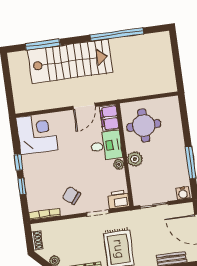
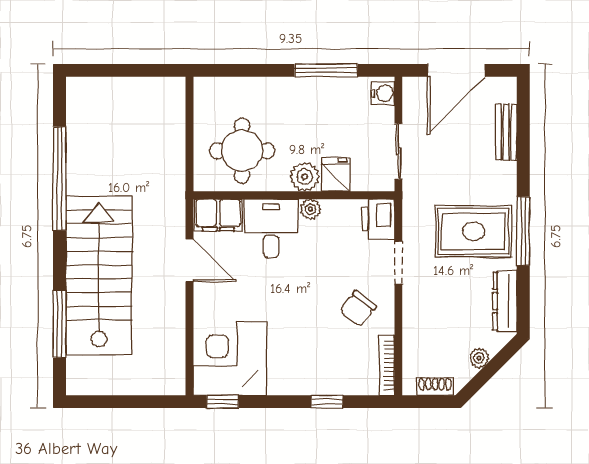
window: (19, 162) -> (223, 402), moved
fridge: (138, 175) -> (335, 175), added

